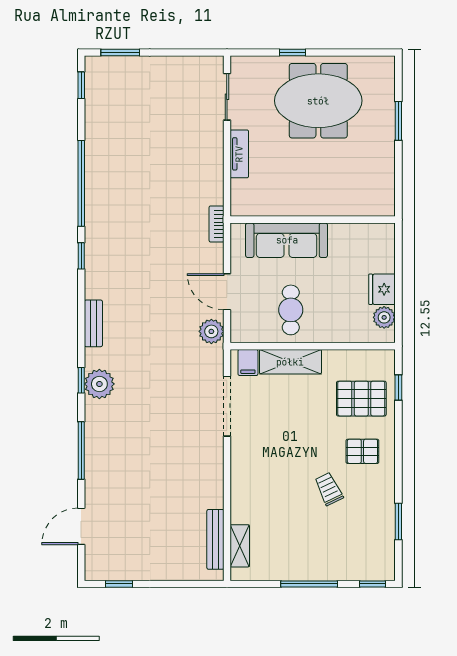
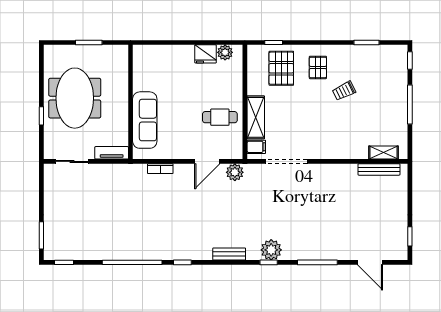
wall: (313, 220) -> (130, 102), moved
sofa: (287, 240) -> (145, 120), moved

